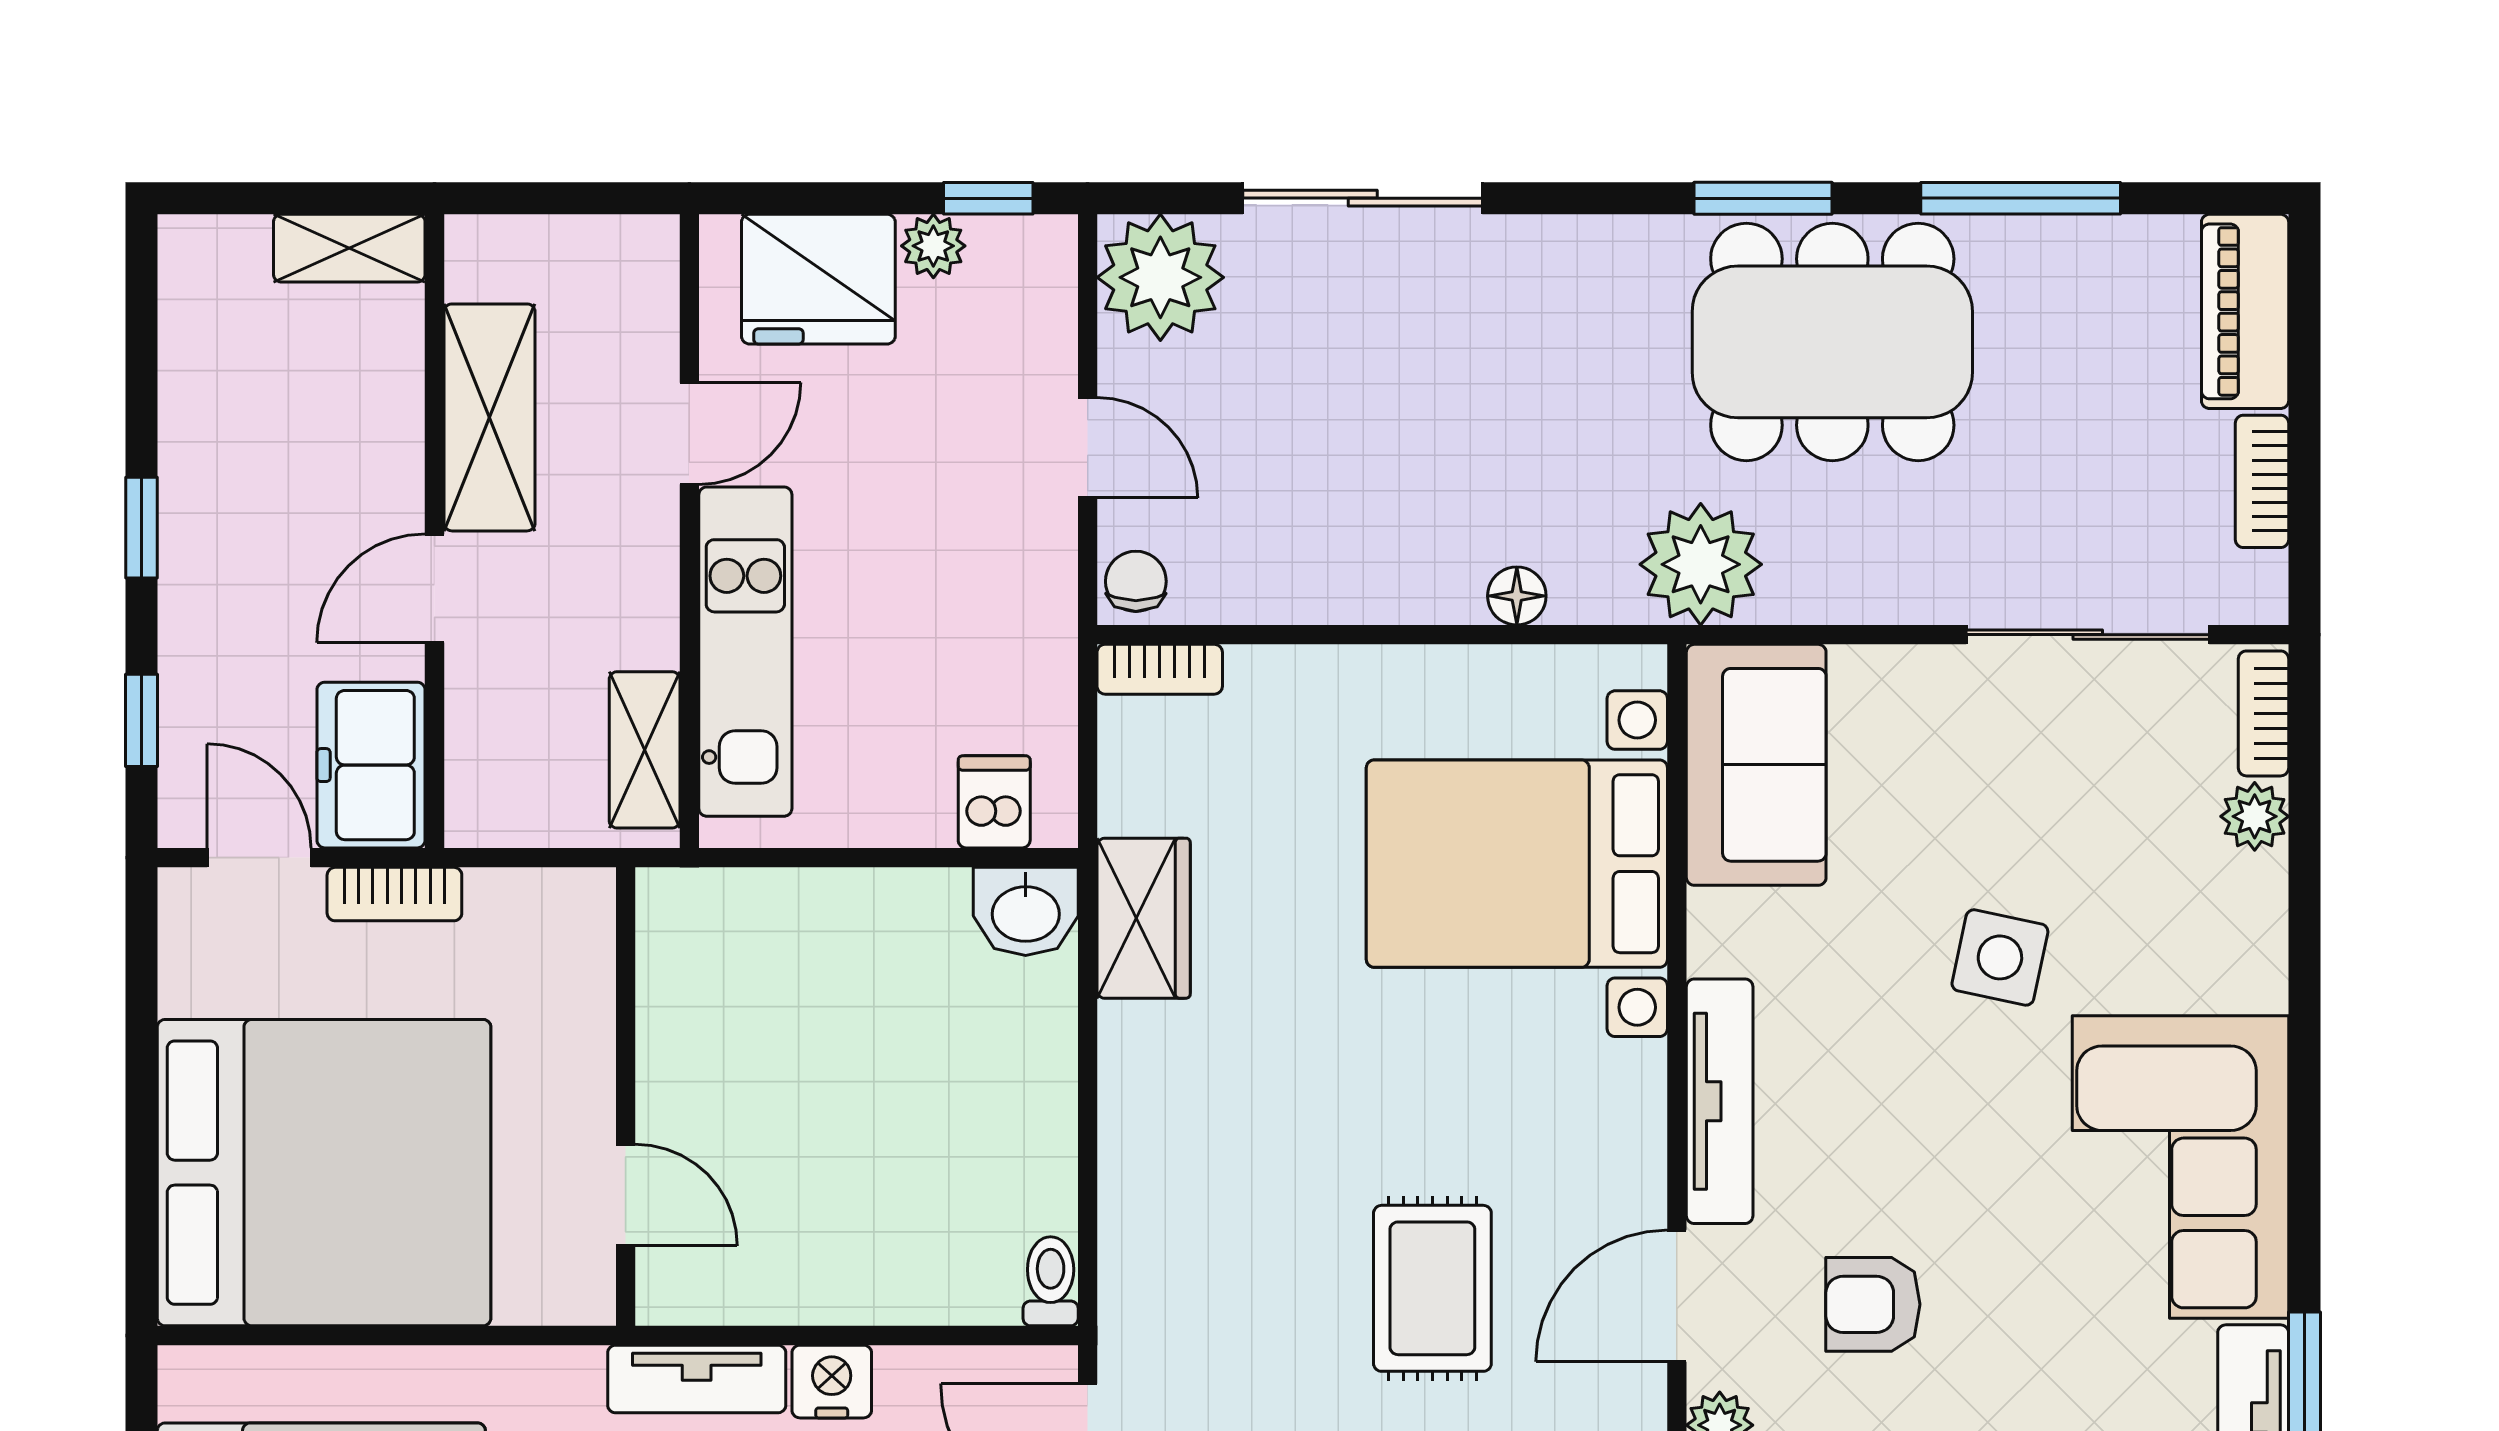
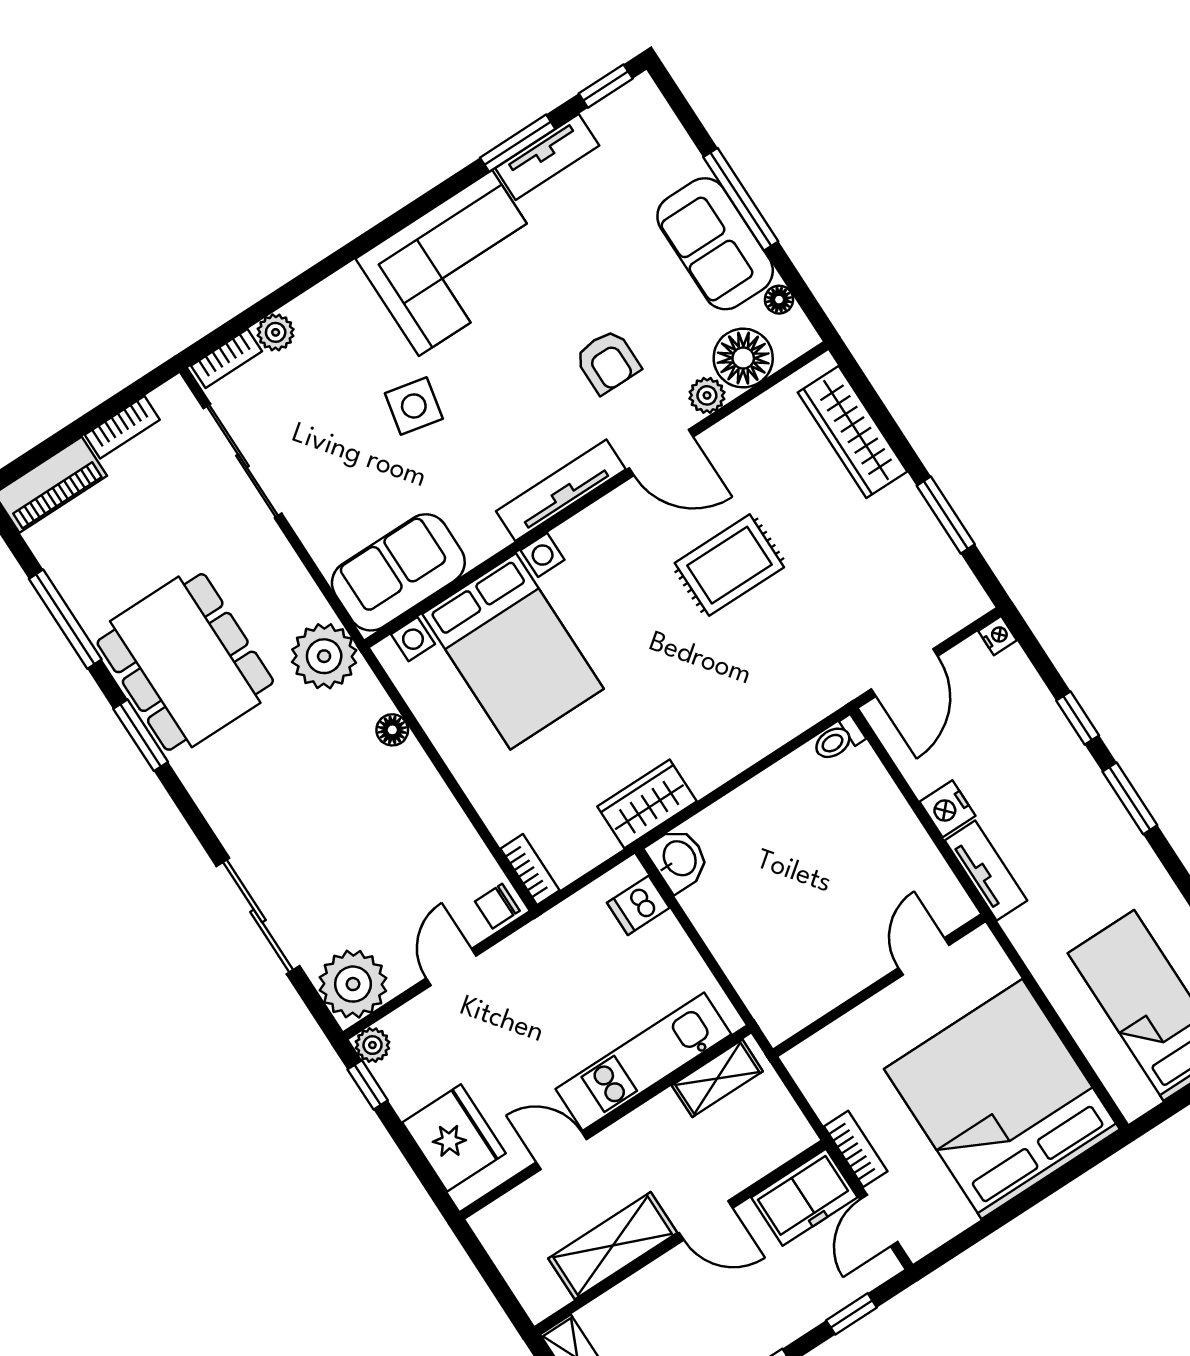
plant: (933, 246) -> (372, 1045), moved

